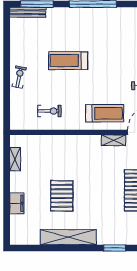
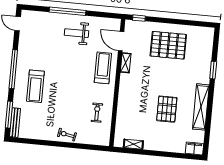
treadmill: (68, 61) -> (35, 86), moved
pallet: (62, 196) -> (167, 109), turned 90
filing cabinet: (17, 203) -> (194, 148), moved

